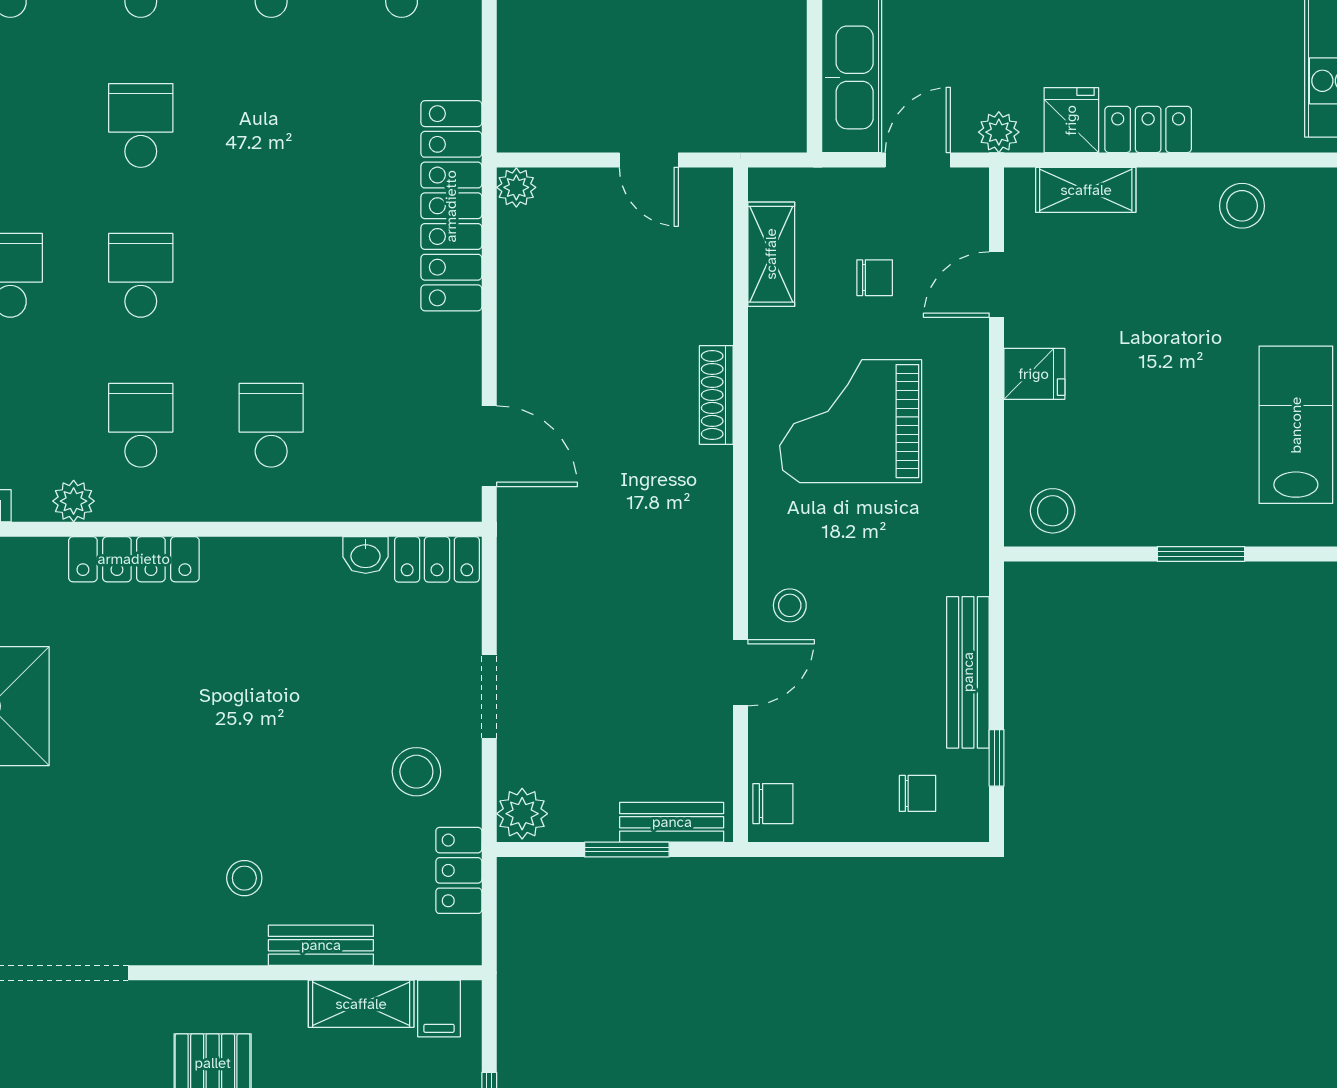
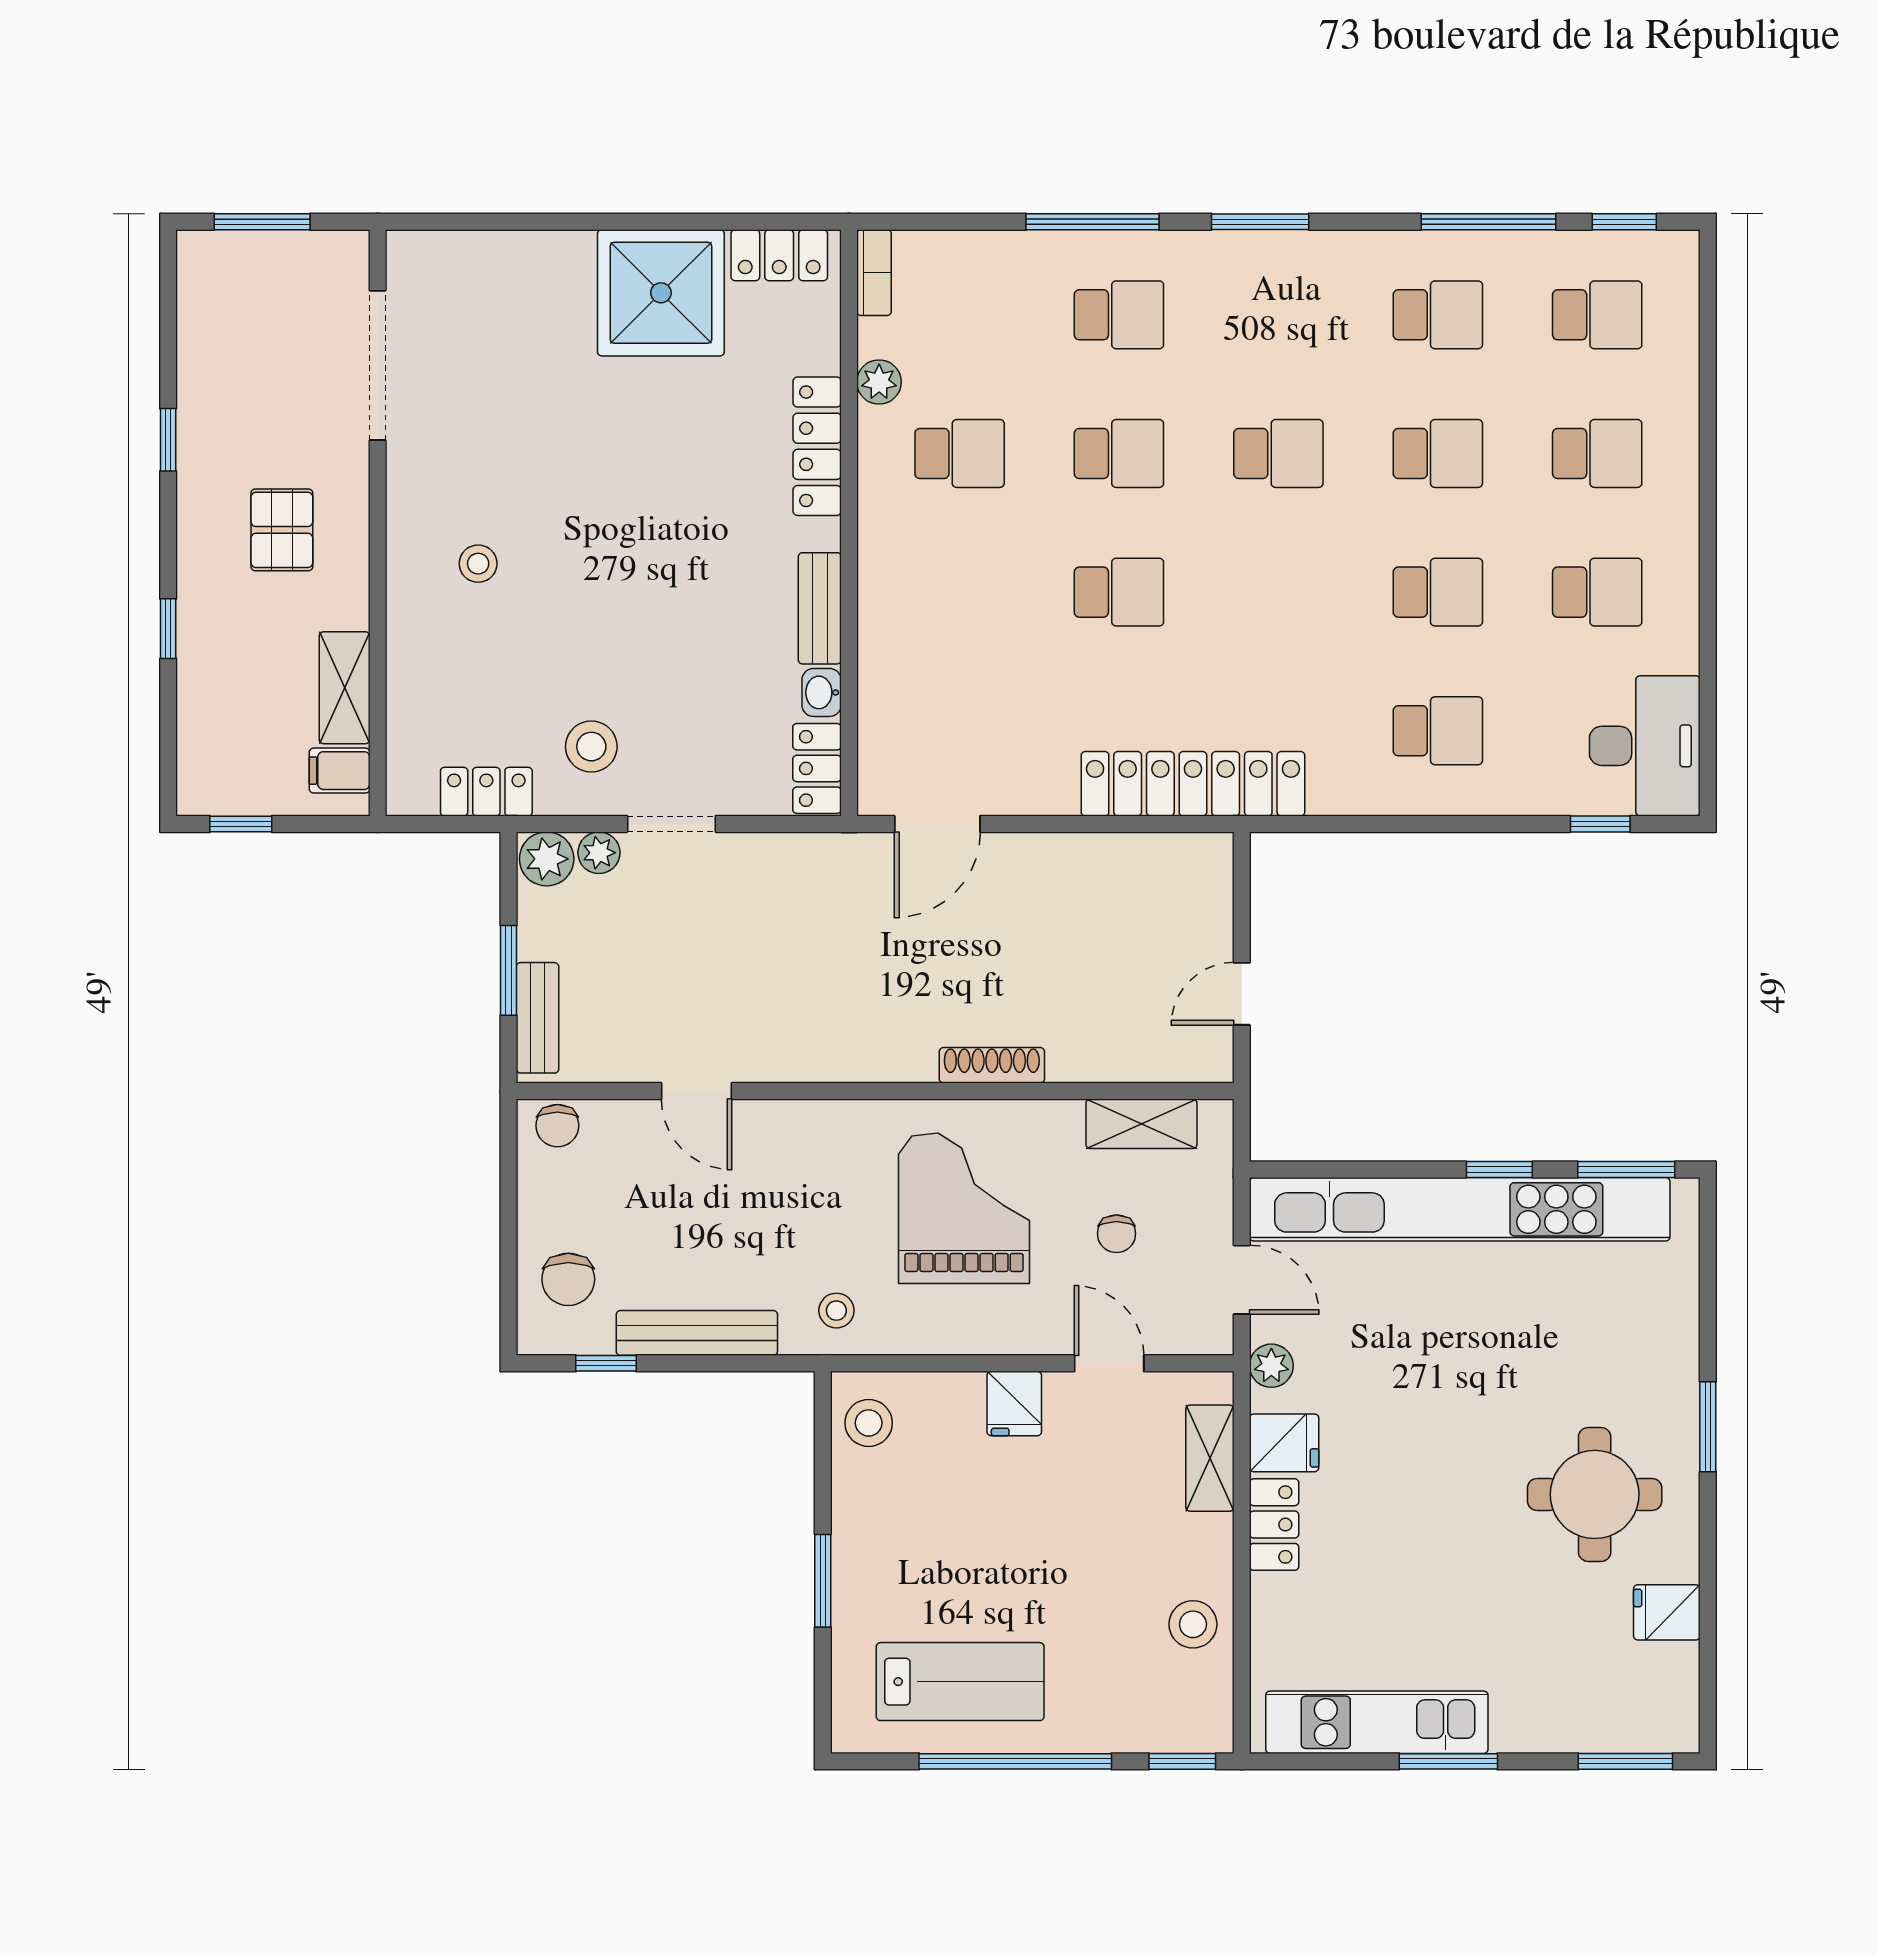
plant: (516, 187) -> (599, 853), moved
school desk: (271, 425) -> (1119, 592), moved
stool: (790, 605) -> (836, 1311), moved
chair: (918, 793) -> (568, 1279), width x1.37, depth x1.37
bench: (321, 945) -> (820, 608), moved

